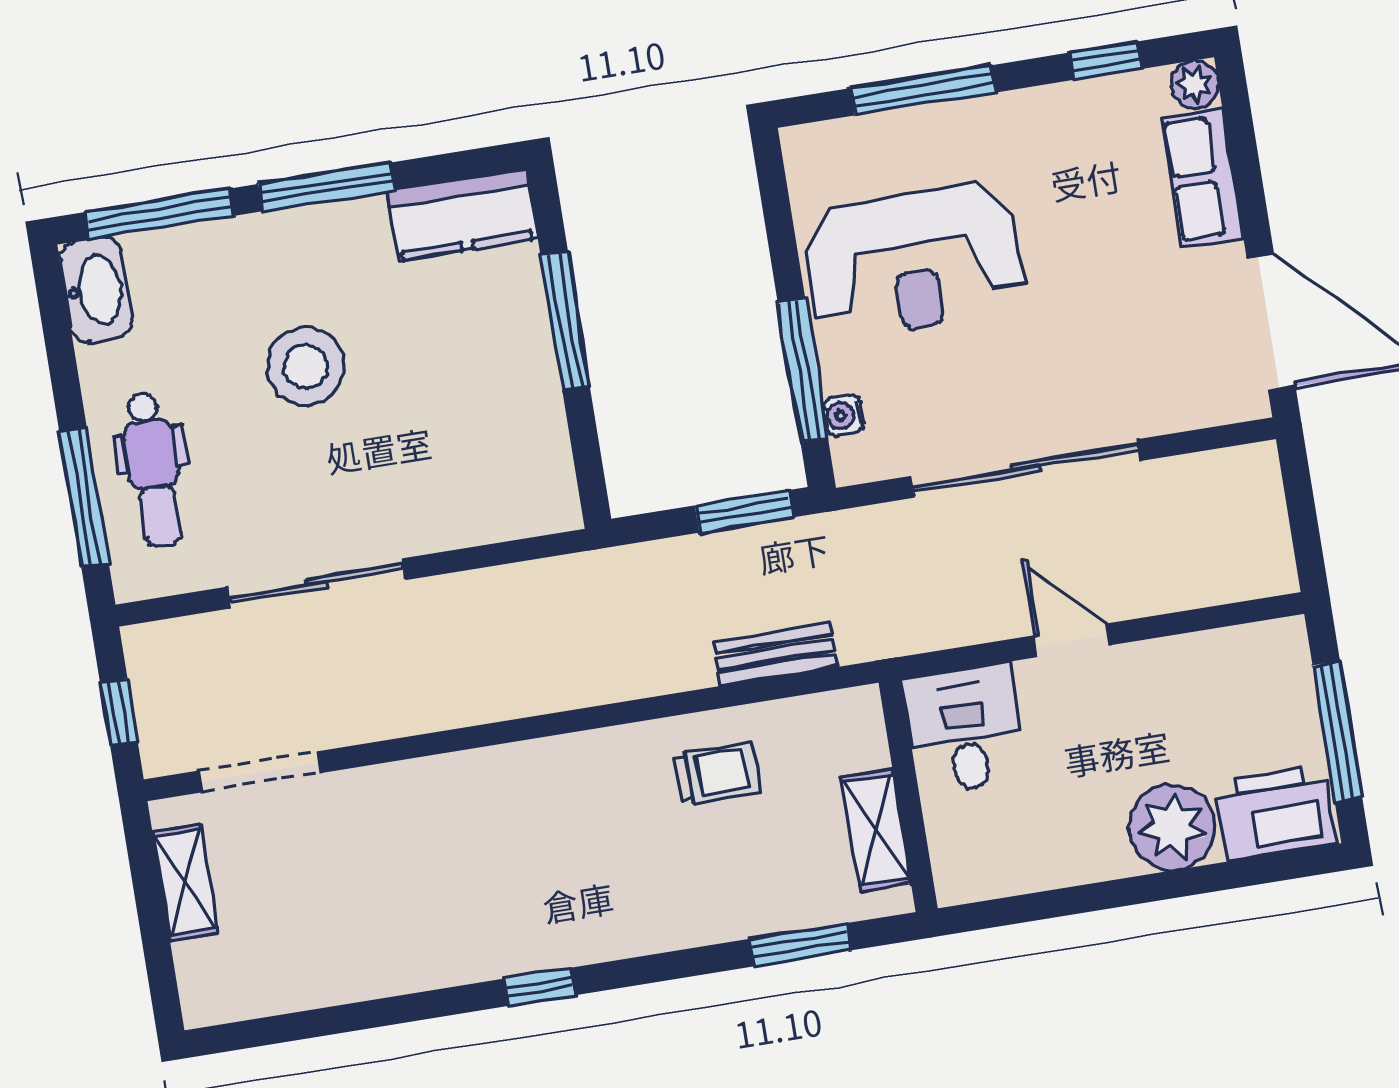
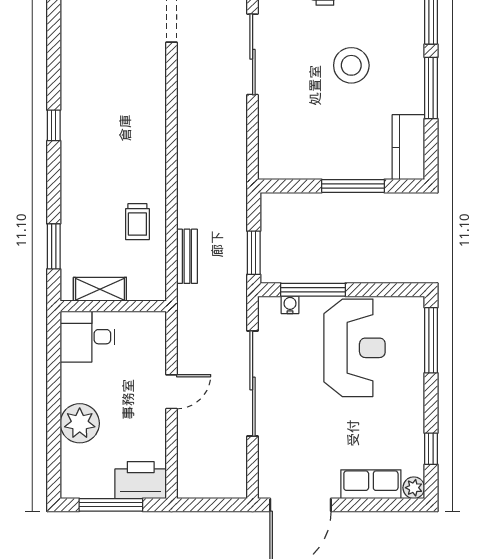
window: (923, 90) -> (431, 340), moved
reception desk: (914, 261) -> (355, 348), turned 180
desk: (965, 729) -> (88, 337), moved, turned 180
printer: (1275, 813) -> (141, 480), moved, turned -90

